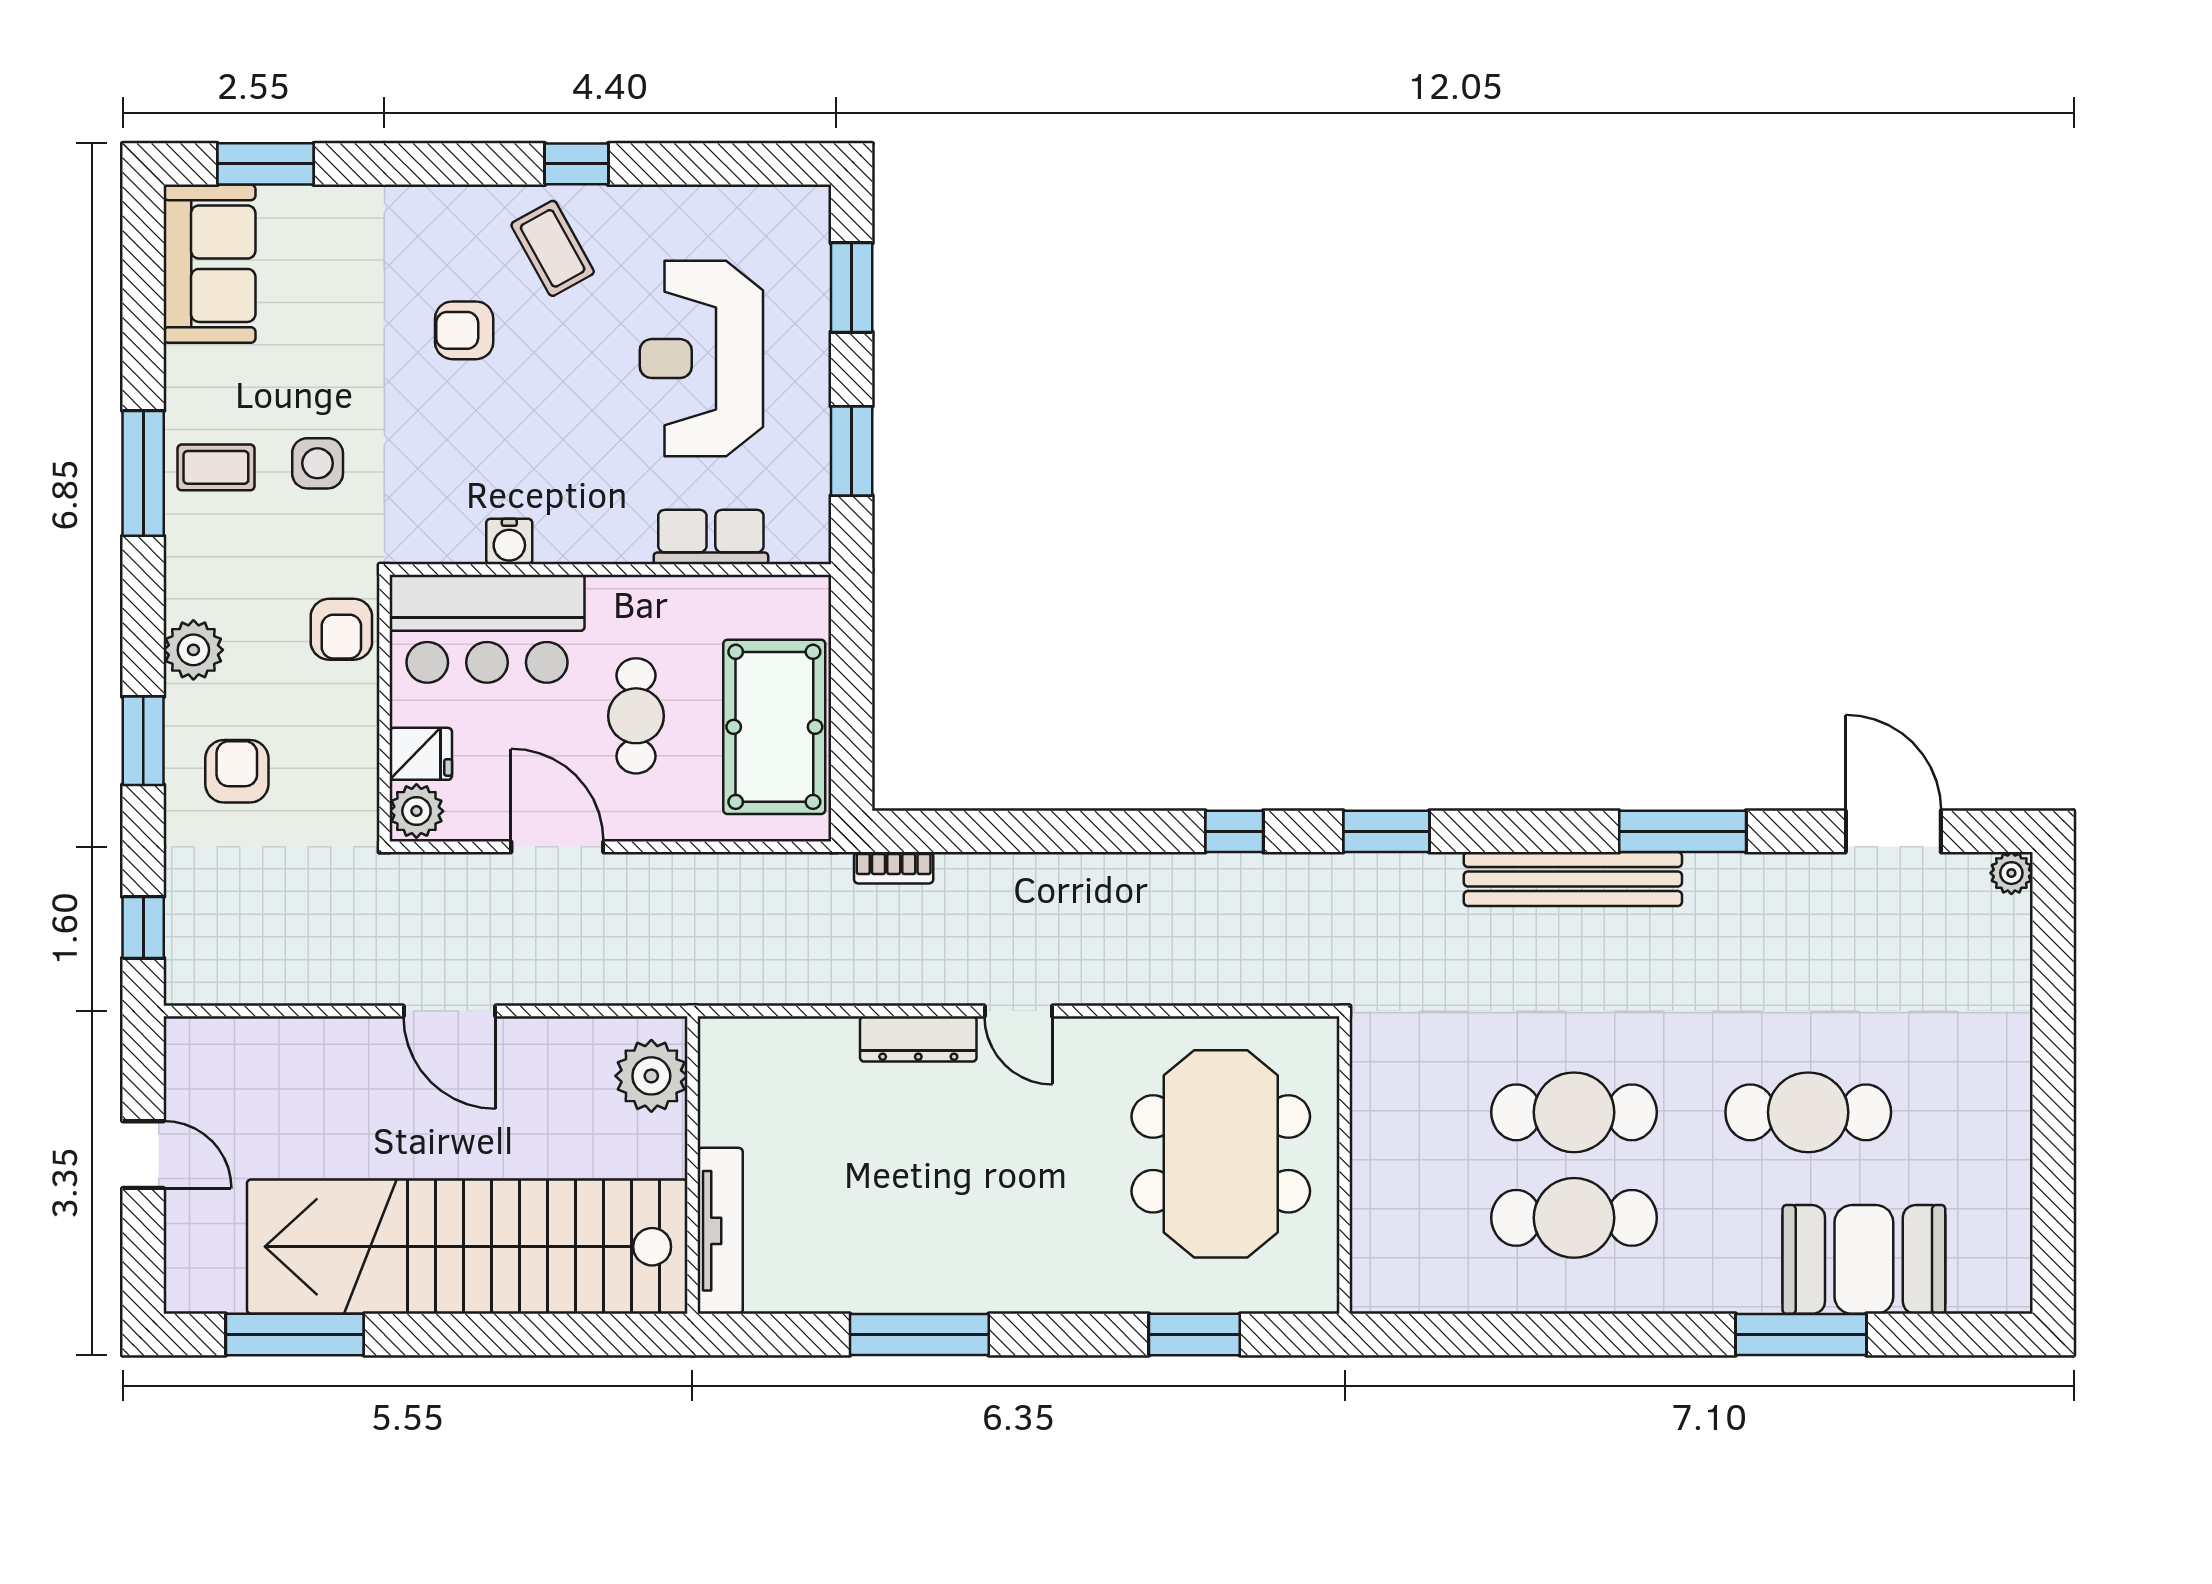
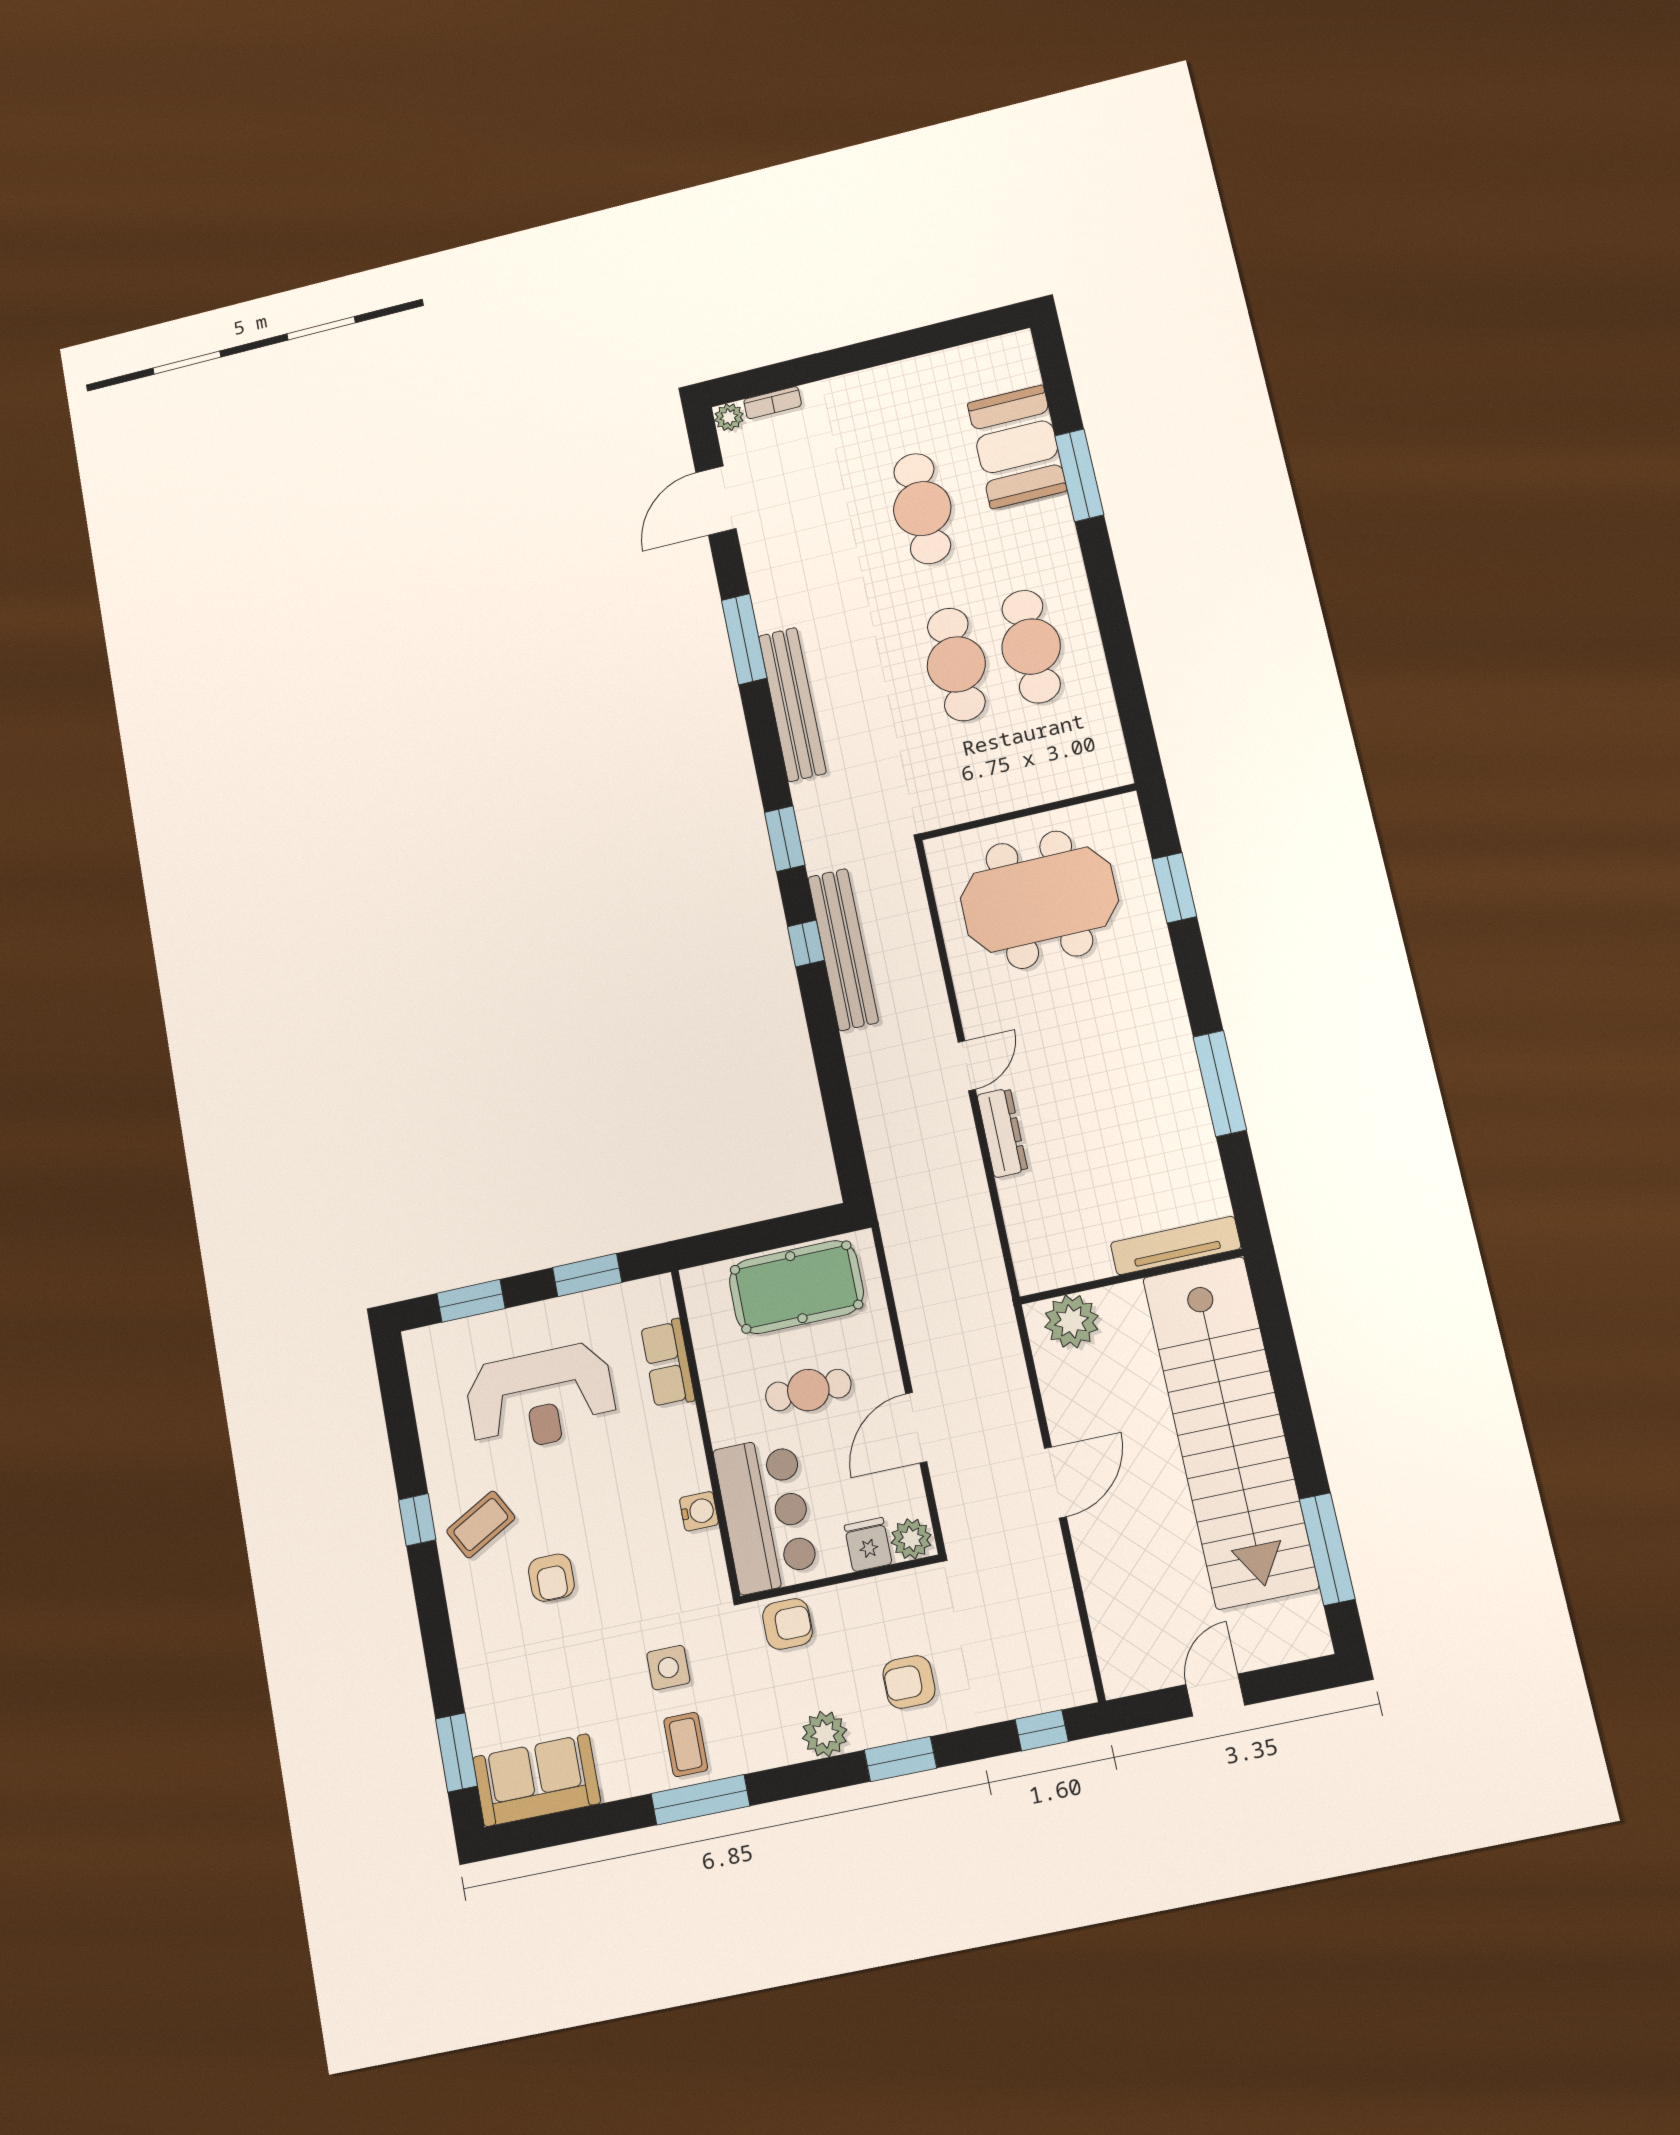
bookcase: (894, 868) -> (773, 403), moved, turned 90
bench: (1214, 879) -> (843, 949), added

